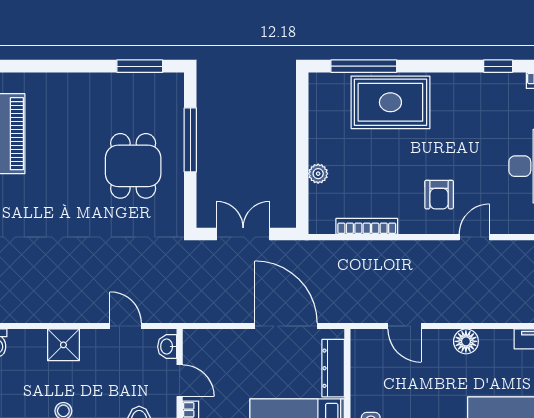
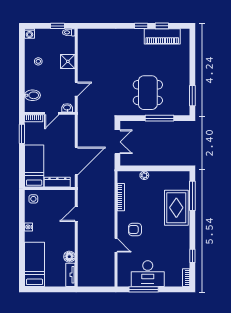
dining table: (133, 166) -> (148, 93), width x1.38
floor lamp: (466, 341) -> (69, 257), moved

